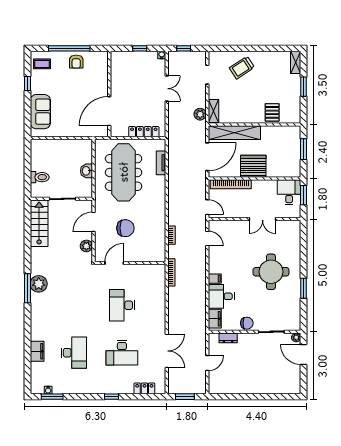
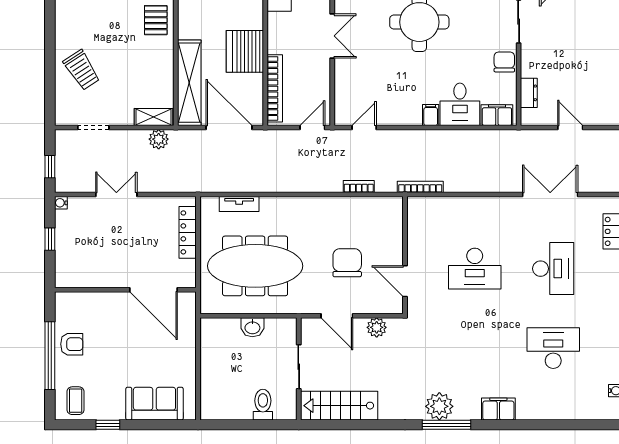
pallet: (272, 112) -> (156, 20), turned 90
filing cabinet: (37, 351) -> (498, 409), moved

